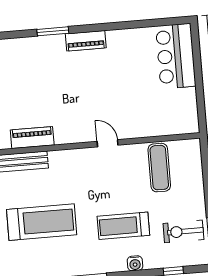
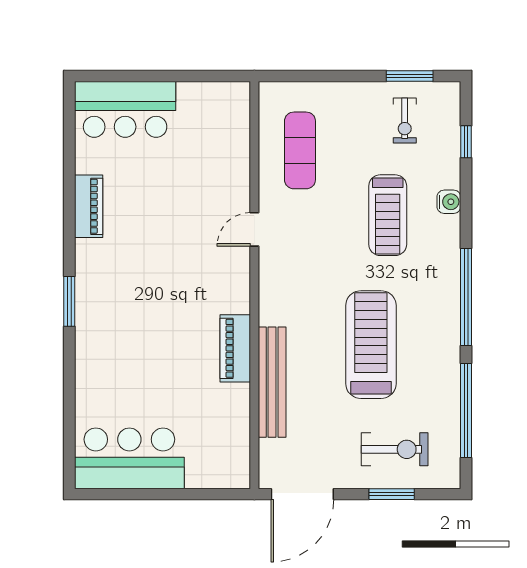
piano: (86, 41) -> (89, 206), moved
exercise mat: (159, 168) -> (300, 150), turned 90
exercise bike: (183, 231) -> (405, 121), width x0.73, depth x0.72

